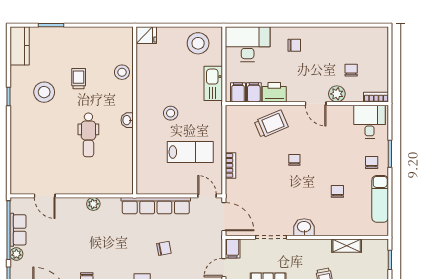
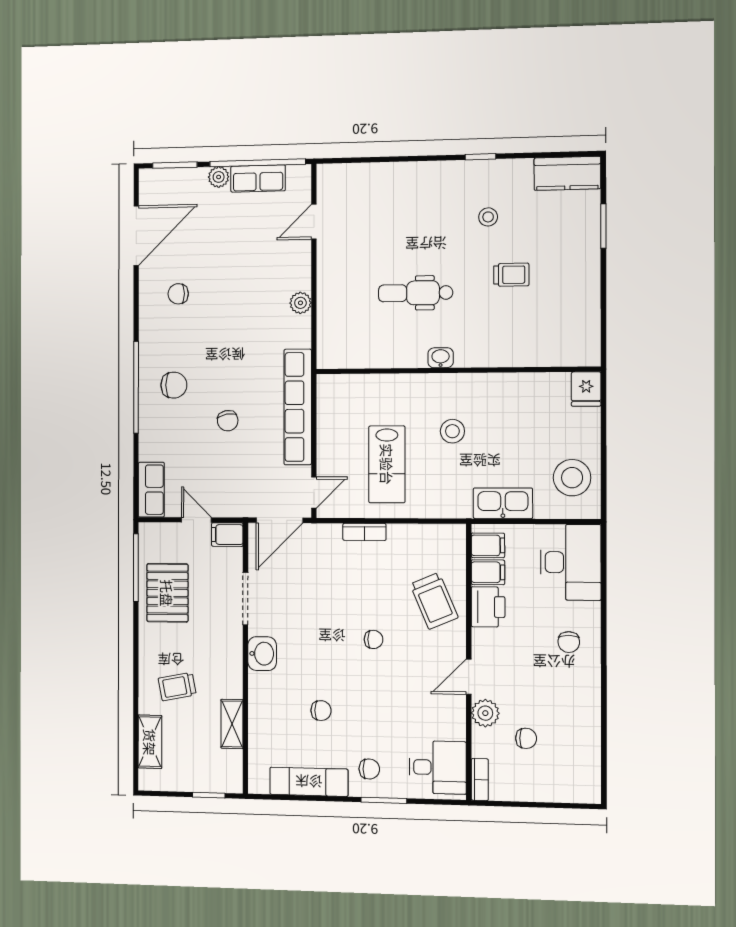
stool: (122, 72) -> (522, 348), removed
stool: (44, 92) -> (488, 217), width x0.53, depth x0.53

